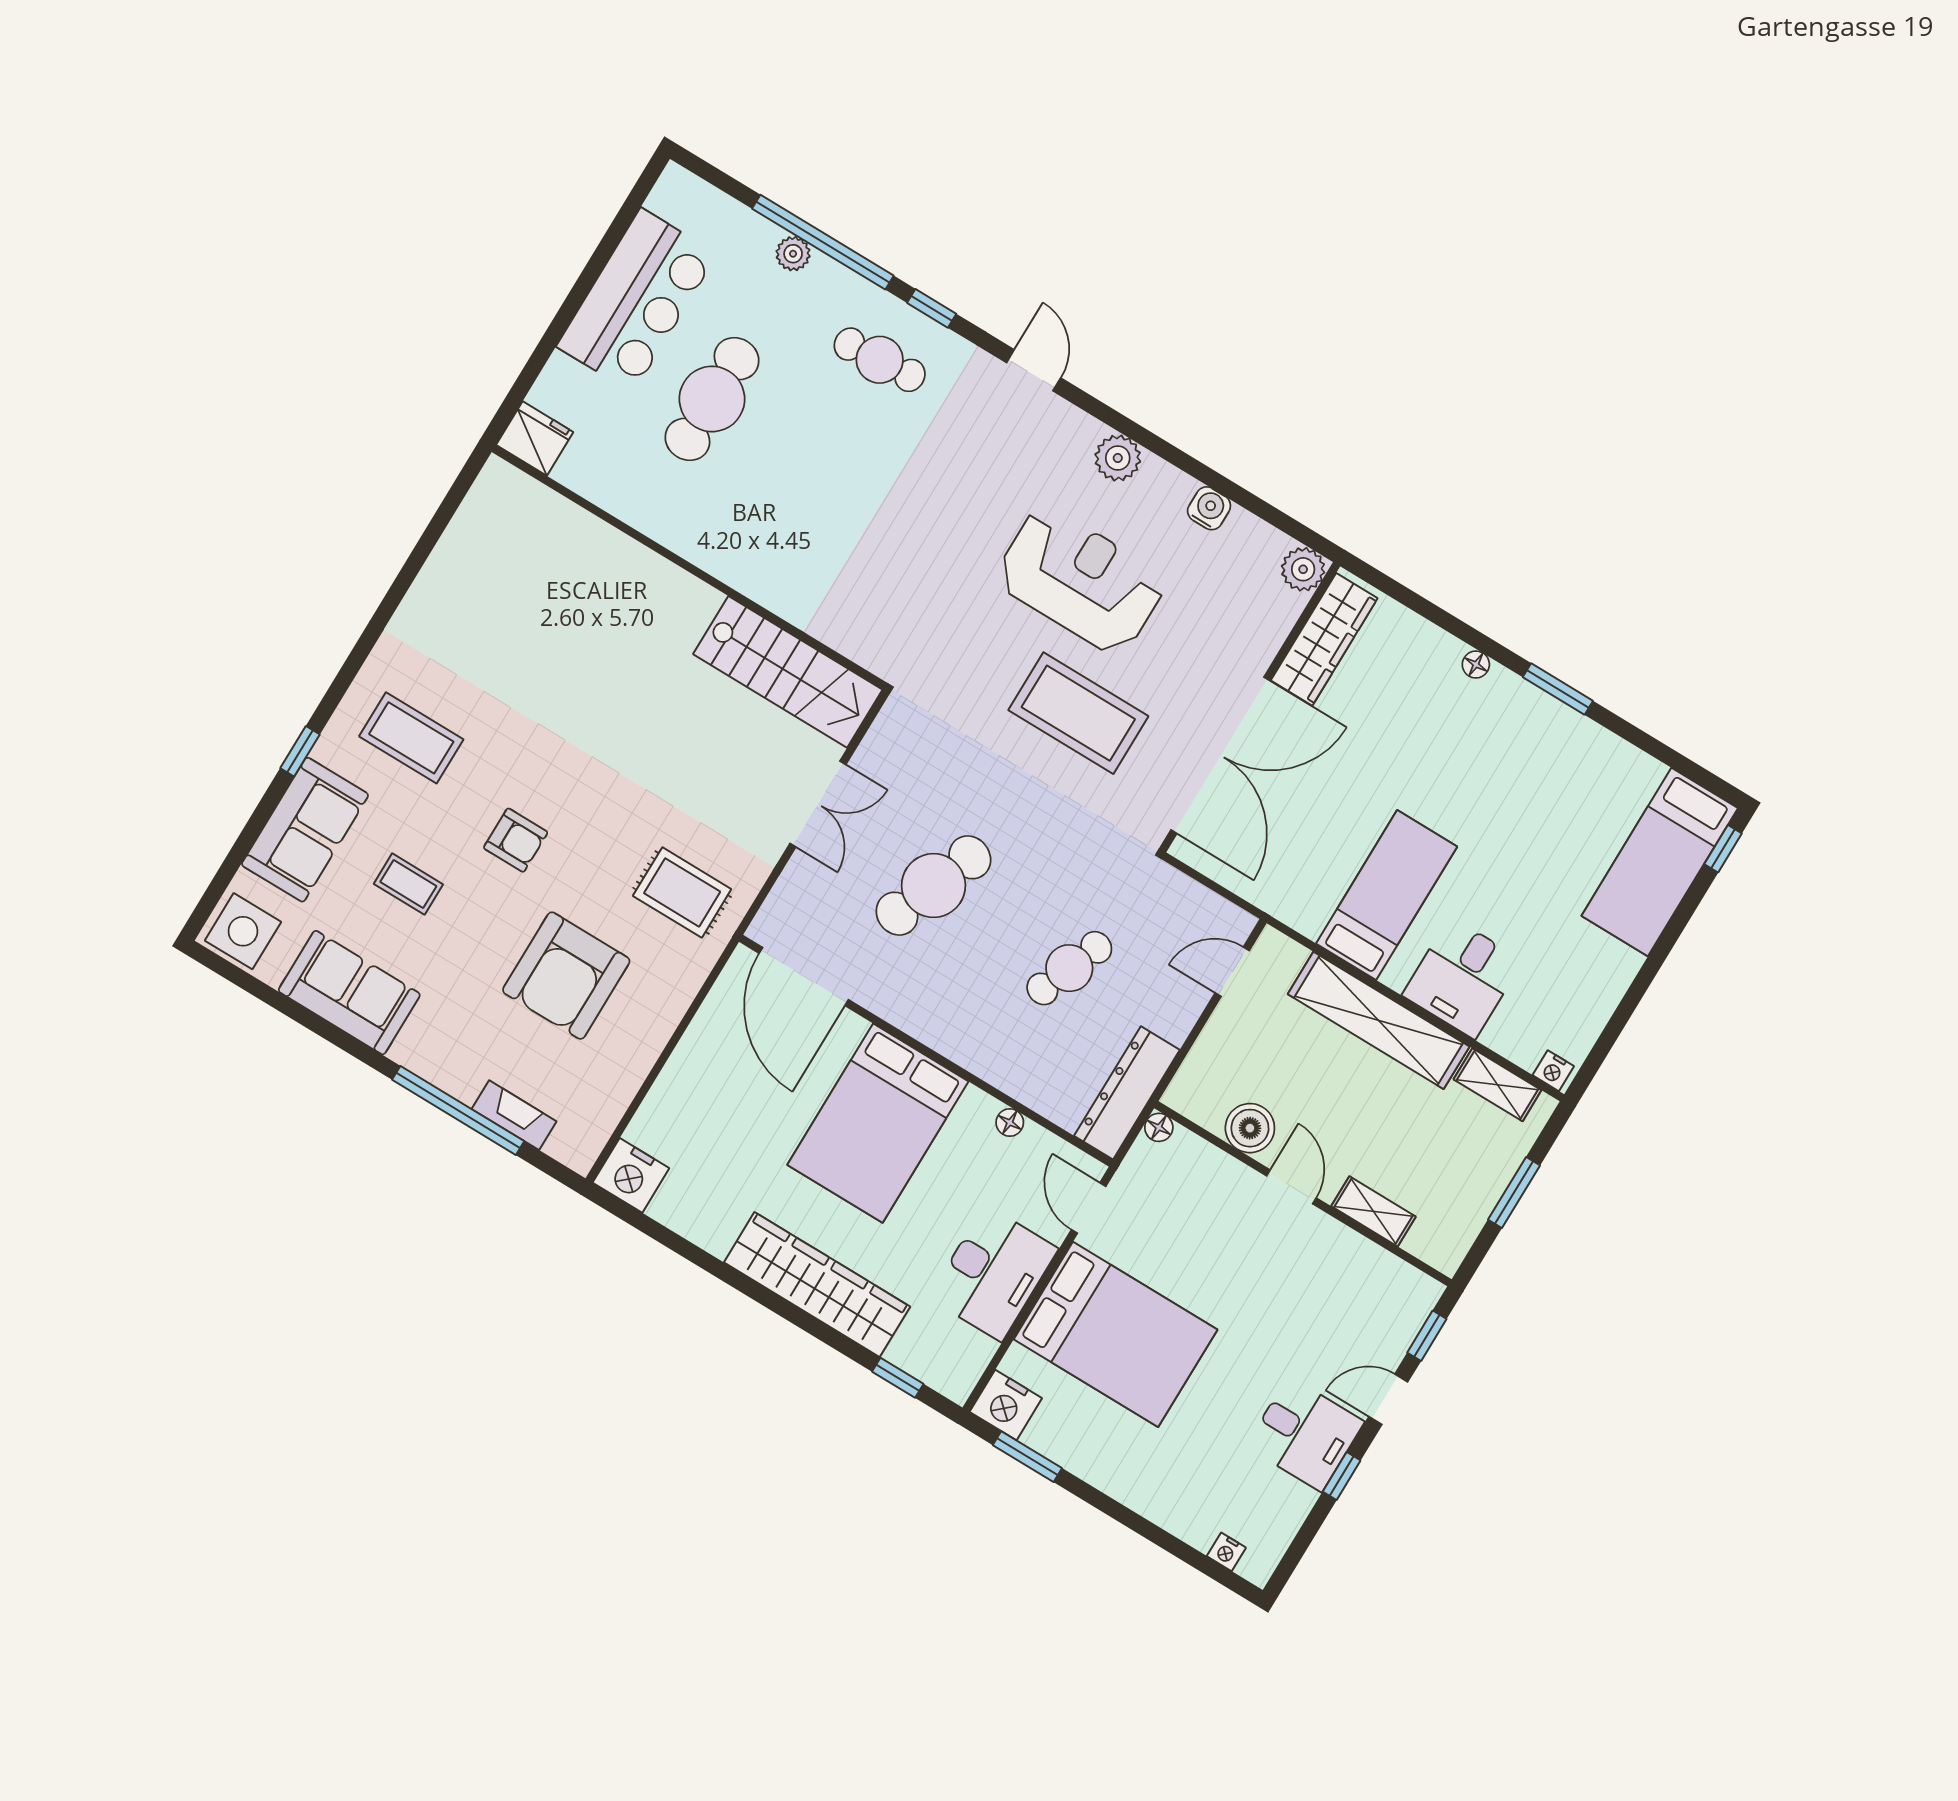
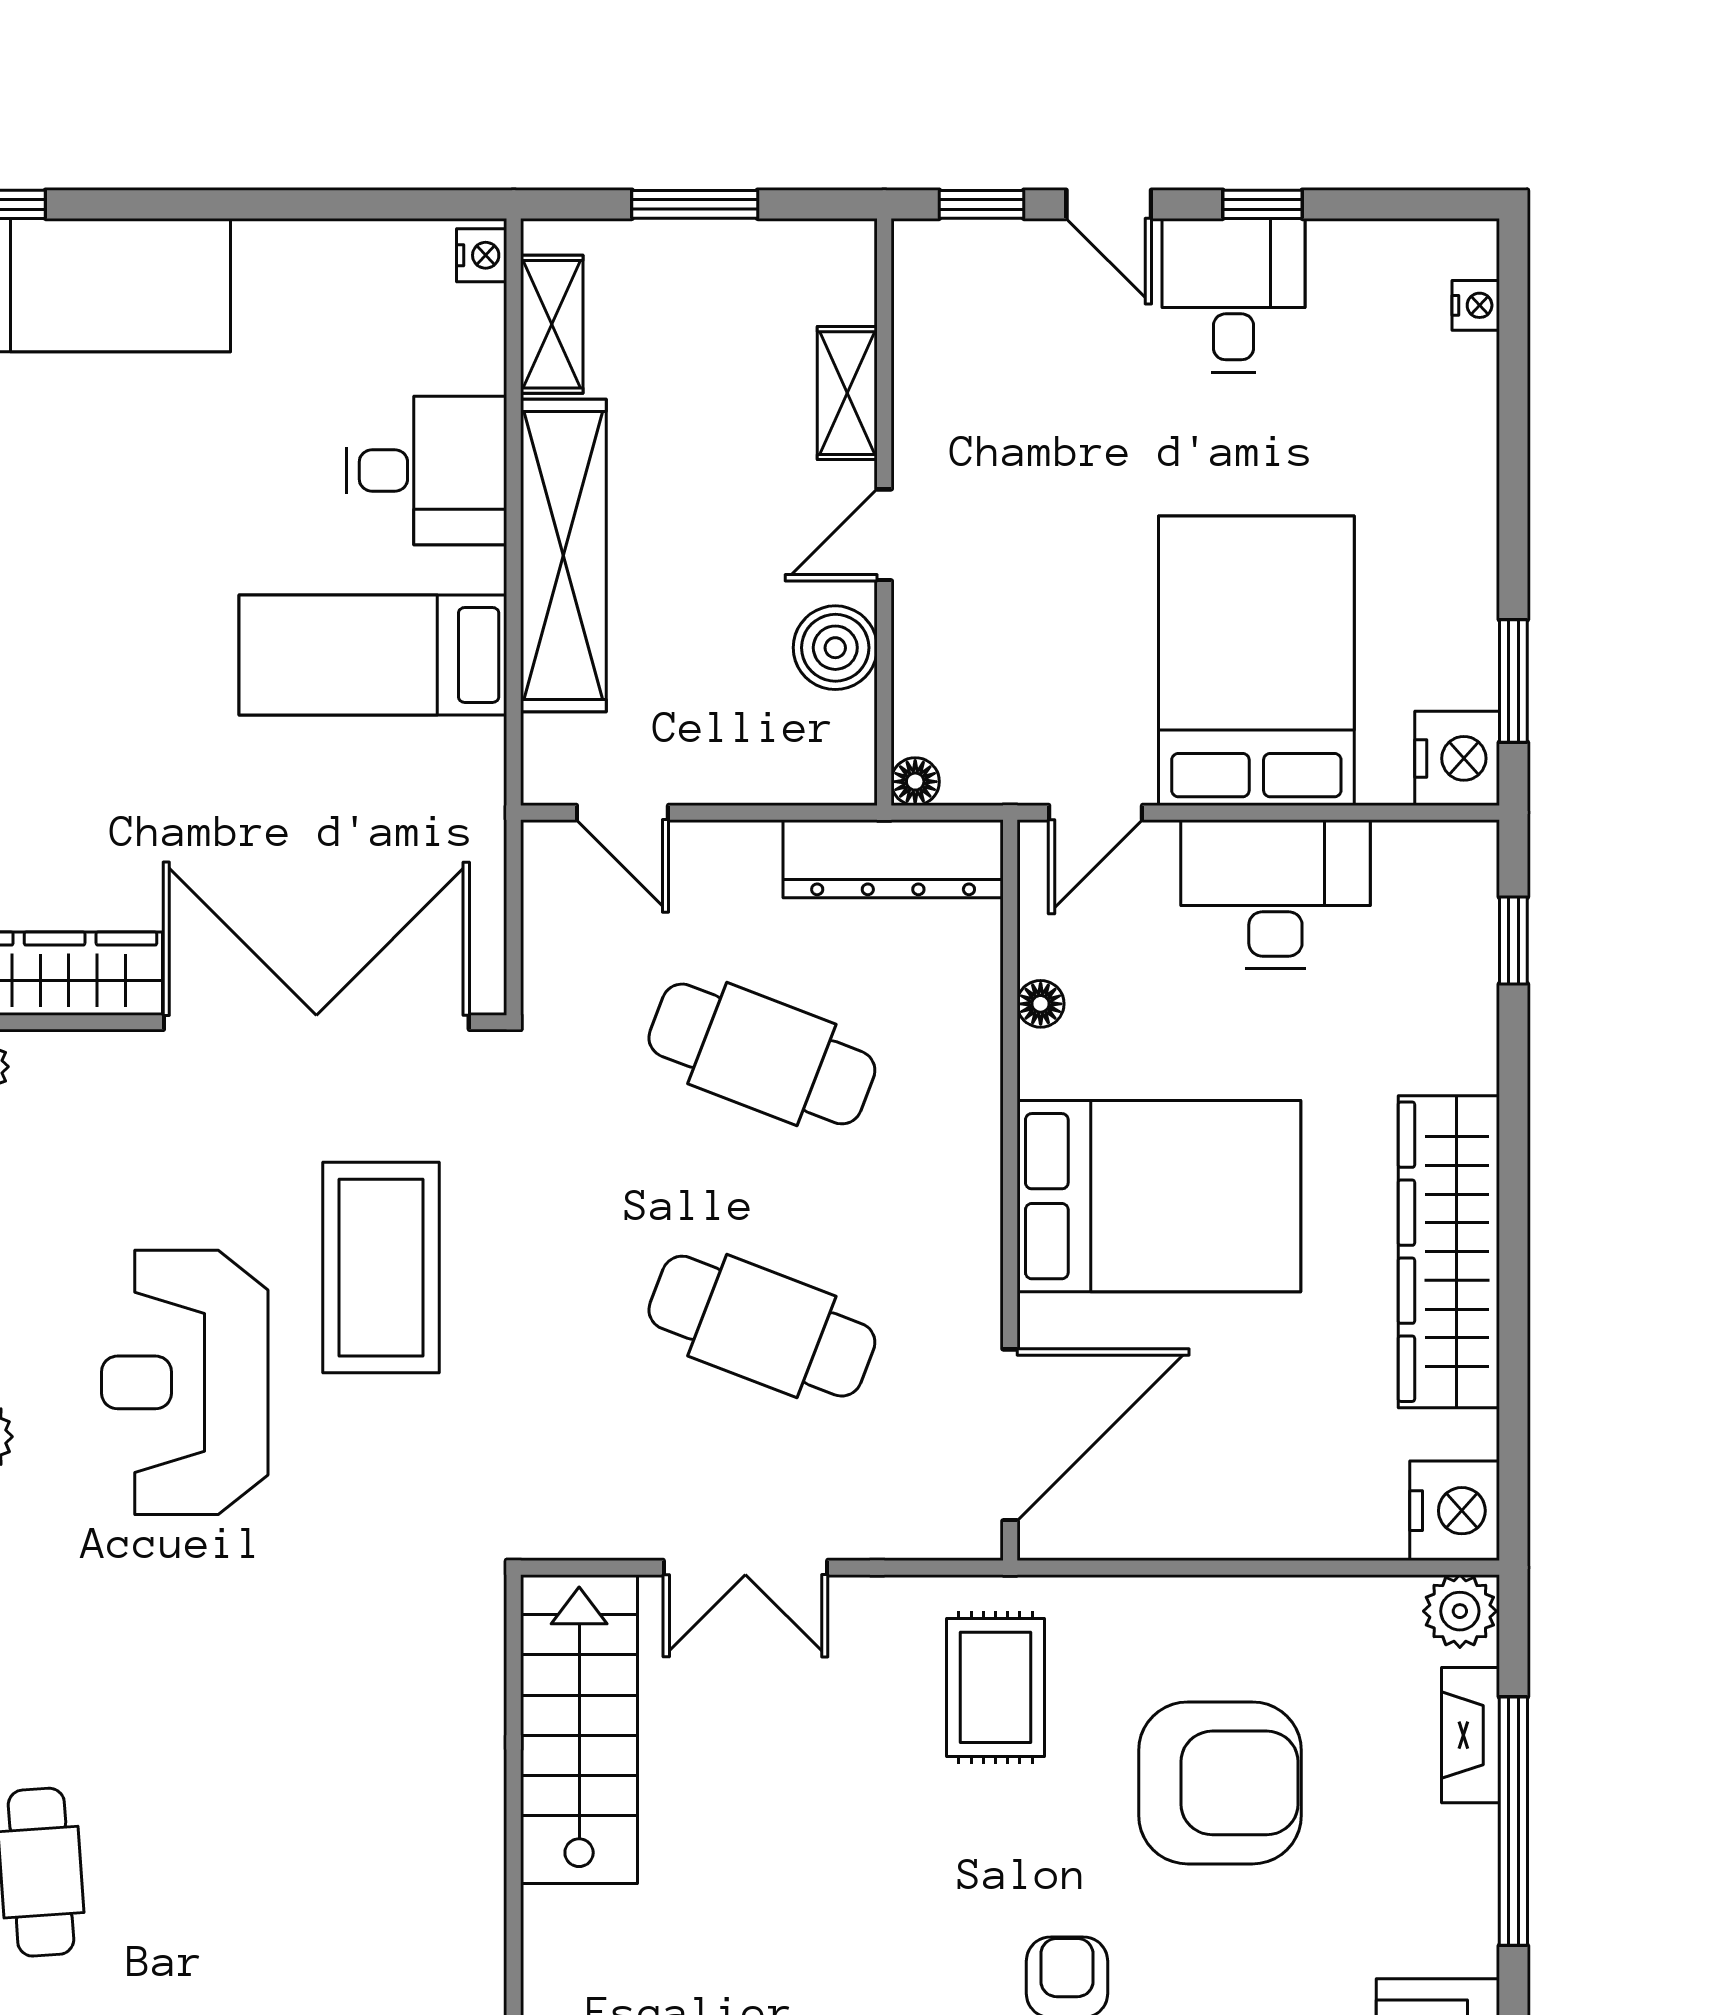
double door: (818, 804) -> (745, 1568), swing flipped
cafe table: (1069, 968) -> (762, 1054), width x1.37, depth x1.35
plant: (579, 1148) -> (1460, 1611), added
wardrobe: (817, 1285) -> (1449, 1252), moved

